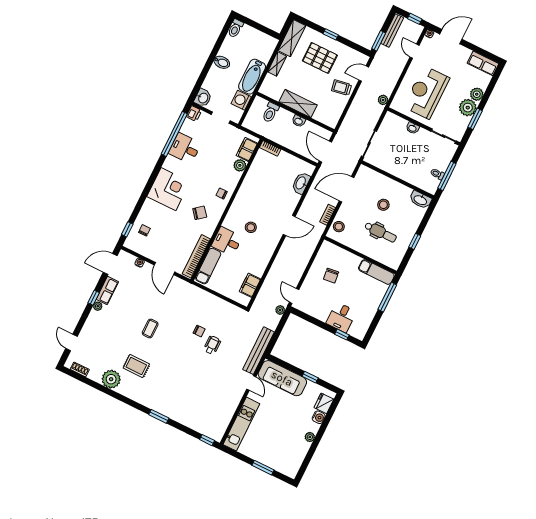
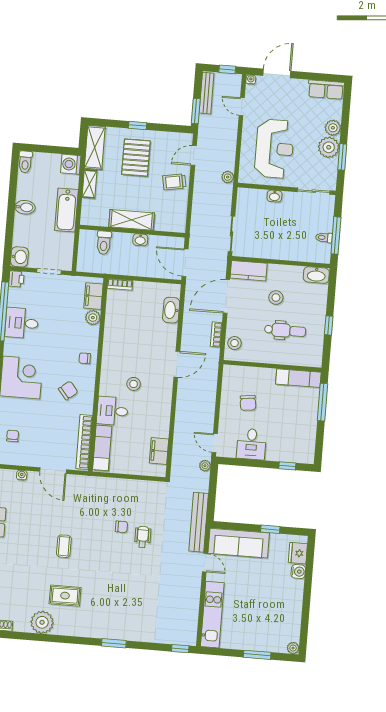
pallet: (320, 58) -> (136, 158), turned 90
reception desk: (427, 92) -> (274, 149), turned 180
washing machine: (241, 100) -> (71, 164), moved
kitchen counter: (371, 177) -> (249, 271), added
desk: (341, 317) -> (251, 444), moved
plant: (310, 437) -> (293, 648), moved

